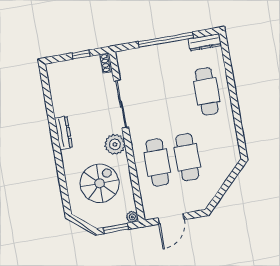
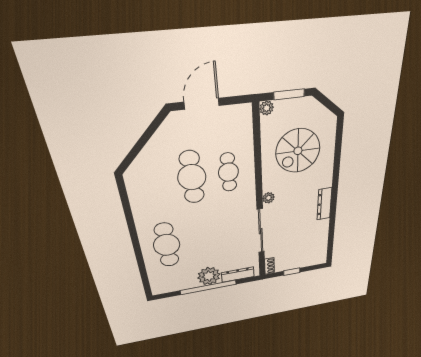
dresser: (205, 42) -> (238, 275), moved
plant: (166, 54) -> (209, 276), added
plant: (115, 144) -> (269, 198), width x0.53, depth x0.53
cafe table: (157, 163) -> (228, 172), width x0.73, depth x0.74
door: (171, 219) -> (202, 104), moved

